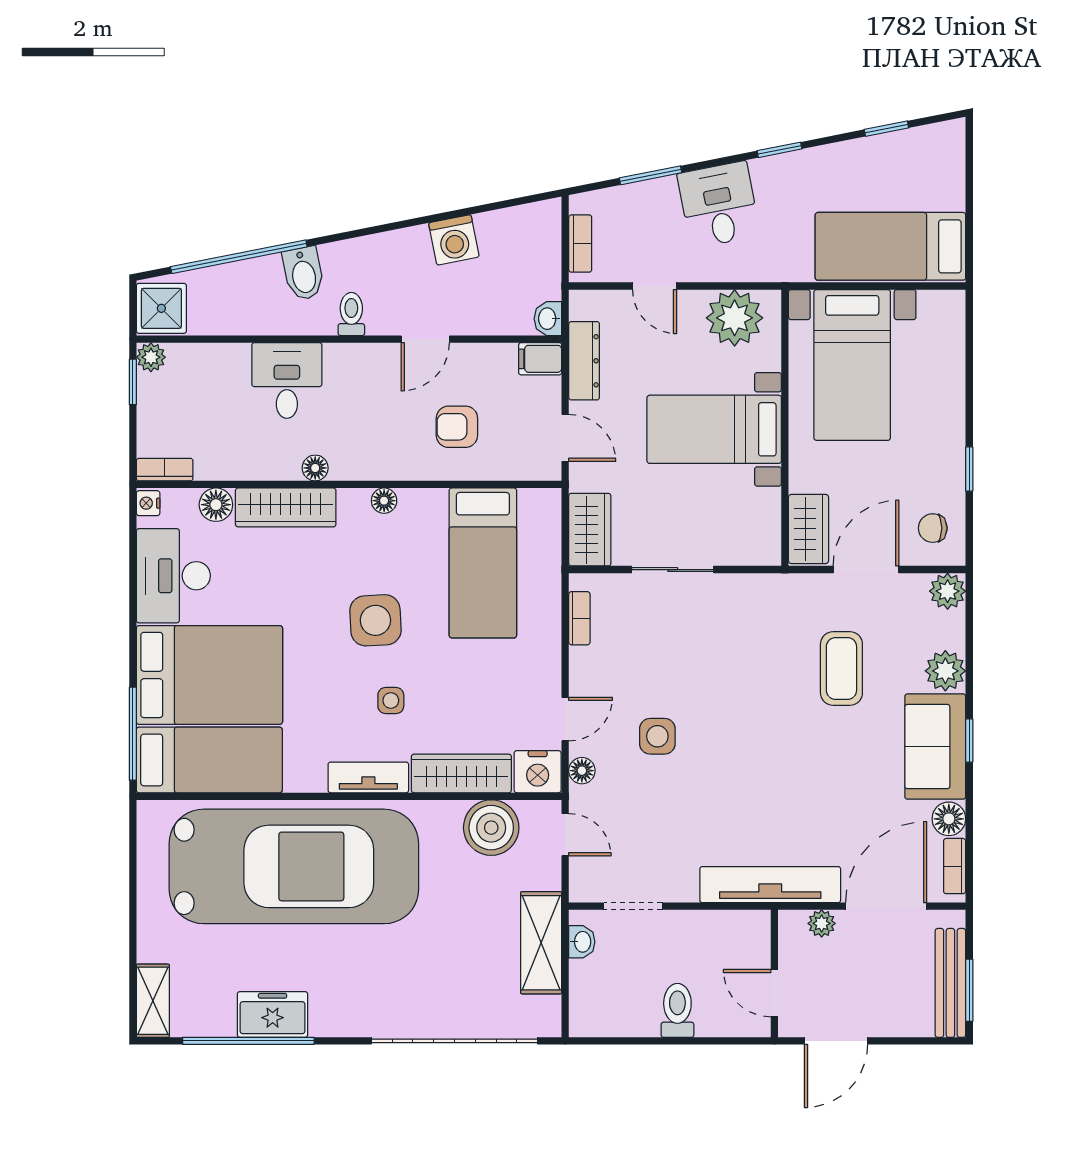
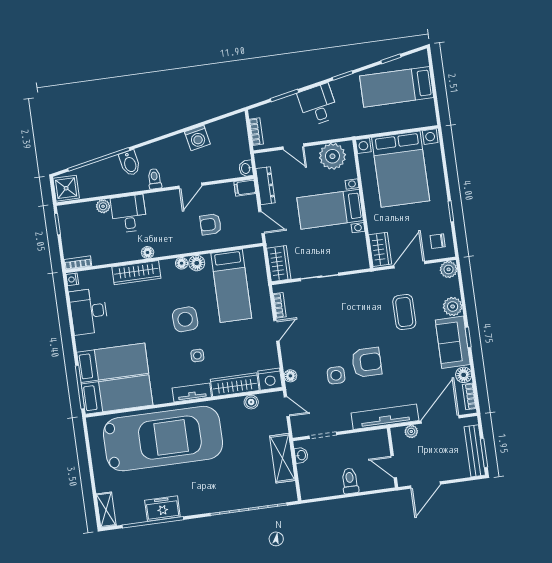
bed: (890, 246) -> (397, 87), moved
plant: (151, 357) -> (103, 206), moved
bed with nightstands: (852, 365) -> (401, 169), width x1.36
floor lamp: (216, 505) -> (197, 263), moved
bed: (209, 675) -> (113, 363), width x0.67
door: (565, 719) -> (276, 331), moved
side table: (657, 736) -> (336, 375), moved
armchair: (747, 764) -> (367, 362), added
boiler: (491, 828) -> (251, 402), width x0.54, depth x0.54

